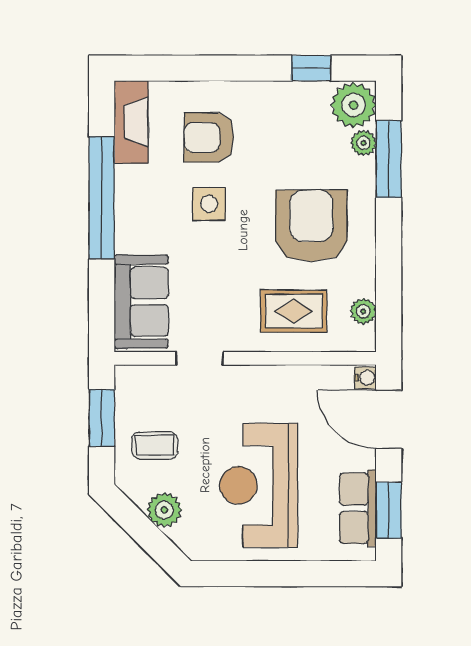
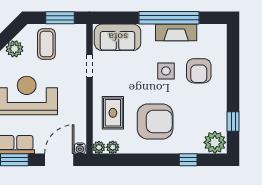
fireplace: (131, 122) -> (176, 32), moved
armchair: (209, 137) -> (199, 71), turned 180
plant: (364, 143) -> (99, 147), moved
window: (389, 159) -> (188, 160), width x0.46
coffee table: (155, 445) -> (46, 44), width x1.36, depth x1.30

